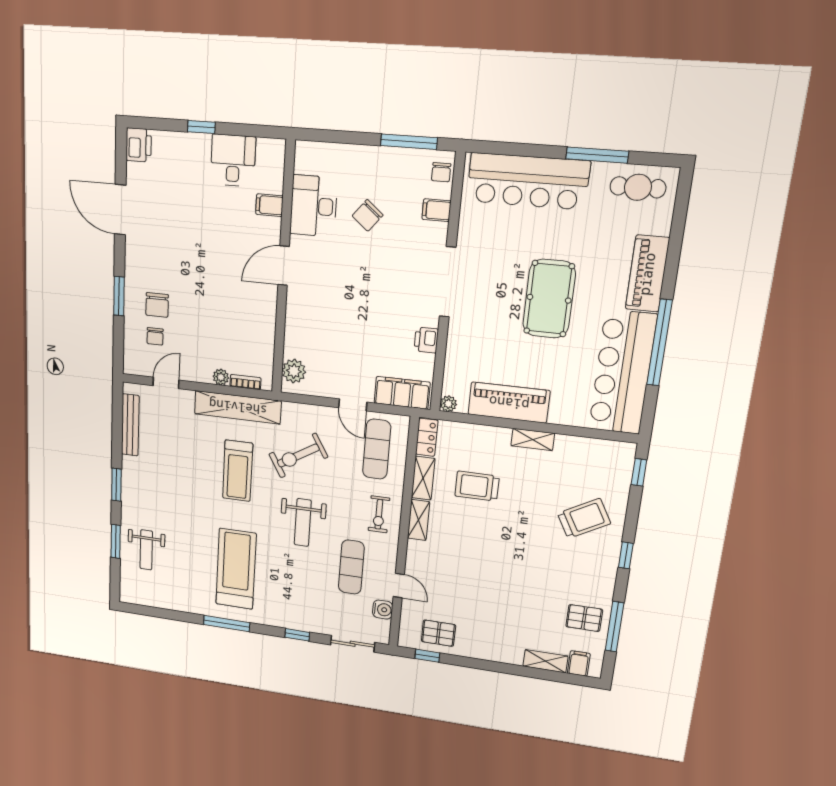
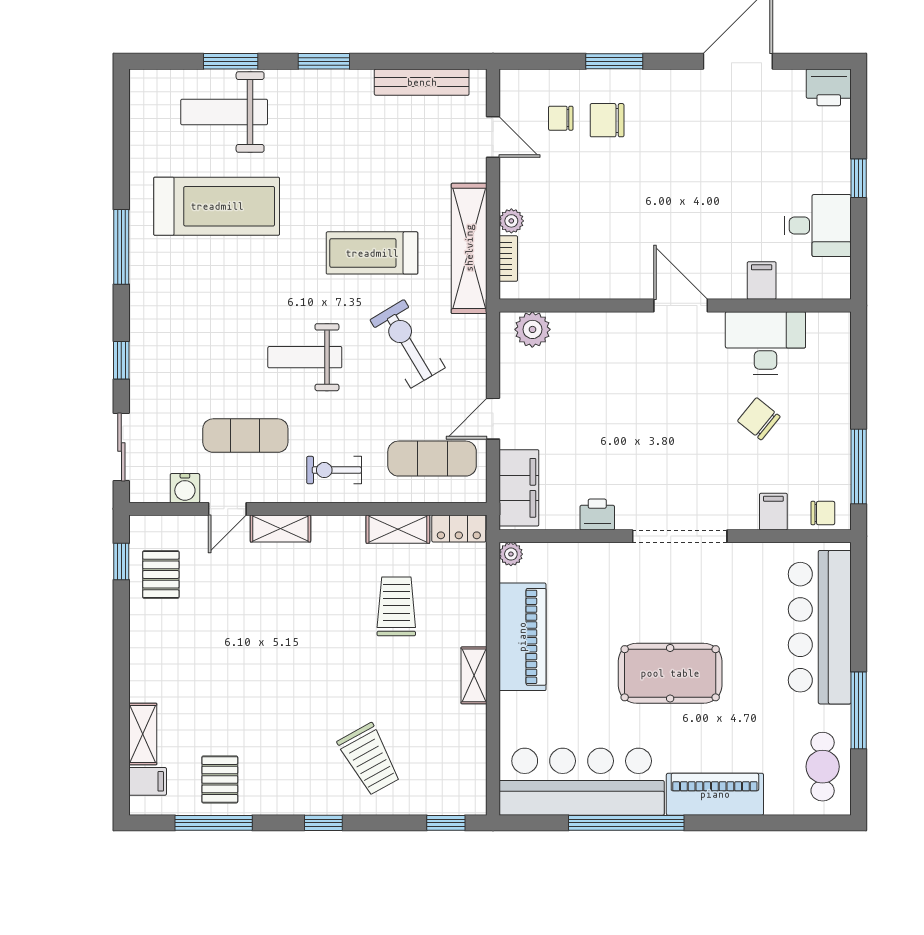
chair: (441, 172) -> (823, 513), turned 180
shelving: (419, 520) -> (280, 528), moved
weight bench: (146, 550) -> (224, 112), width x1.36, depth x1.33
treadmill: (236, 569) -> (217, 206), moved

